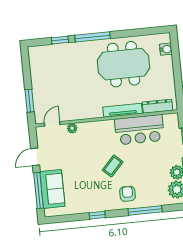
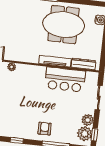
coffee table: (113, 166) -> (38, 104), removed

